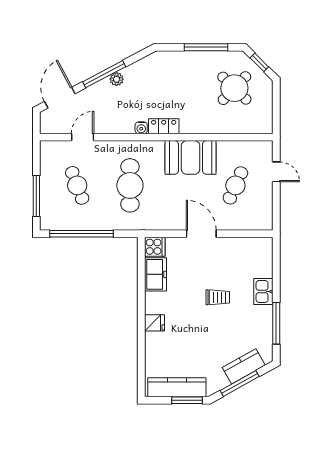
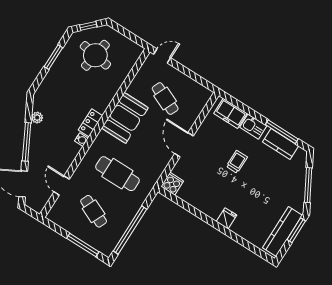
window: (206, 47) -> (53, 57), width x0.69
plant: (117, 79) -> (37, 118), moved
round table: (234, 88) -> (95, 55), turned -35
door: (276, 172) -> (162, 56), moved
cafe table: (77, 185) -> (94, 211), turned 45
door: (201, 234) -> (184, 145), hinge flipped
freezer: (156, 274) -> (230, 113), moved, turned 180
kitchen counter: (244, 366) -> (281, 144), moved, turned -61

